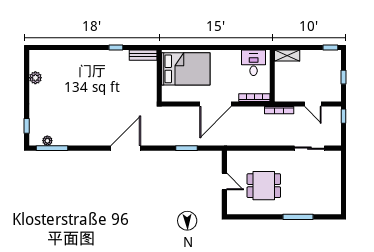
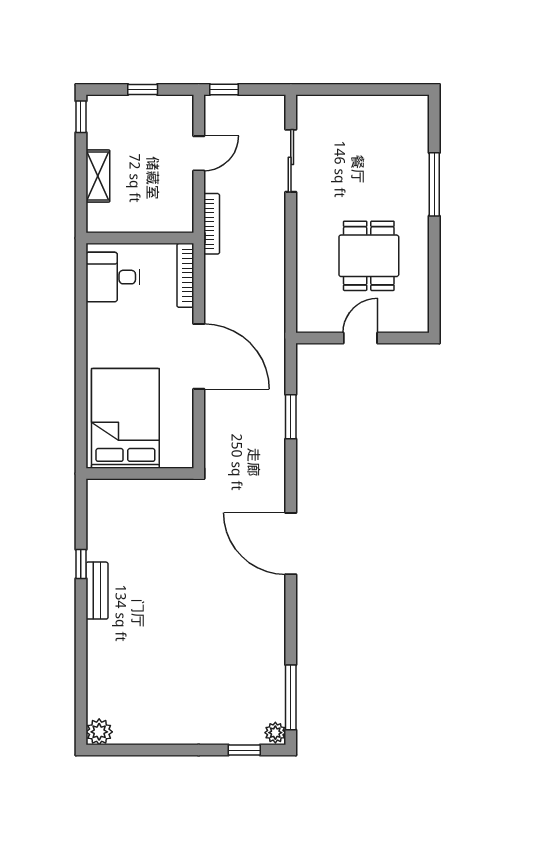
bench: (143, 55) -> (97, 591), moved
shelving: (287, 56) -> (98, 176), moved
plant: (35, 78) -> (99, 732), moved
plant: (47, 141) -> (275, 733), moved

